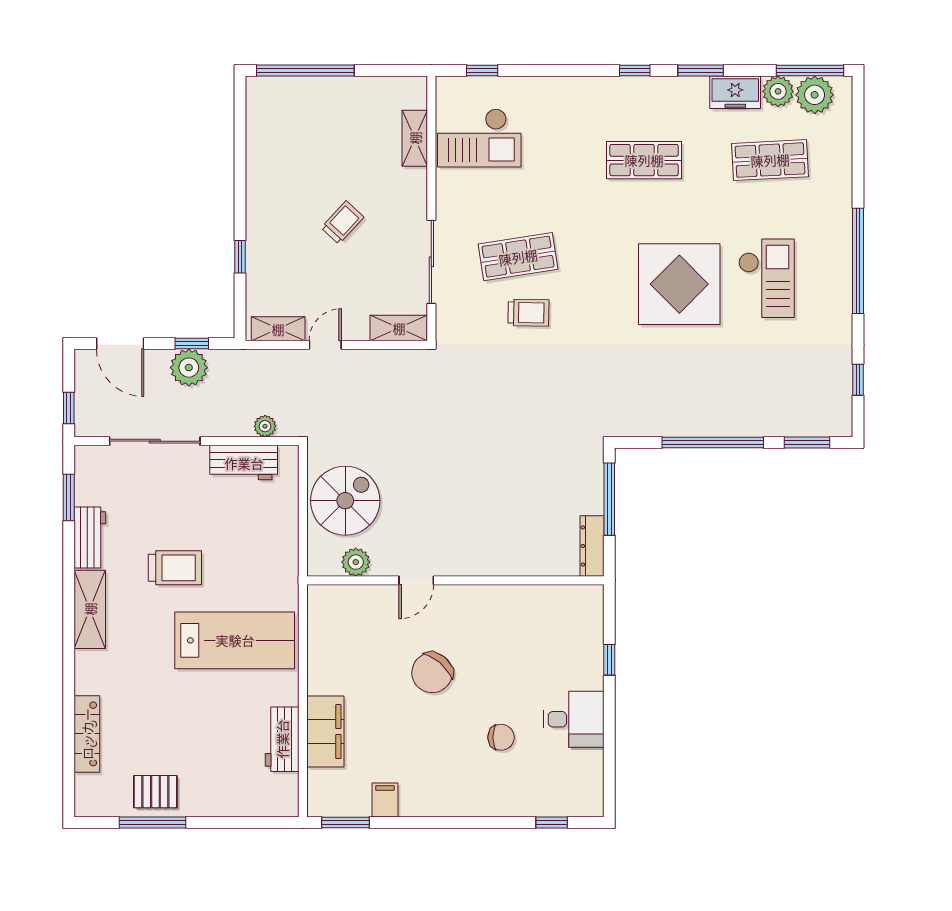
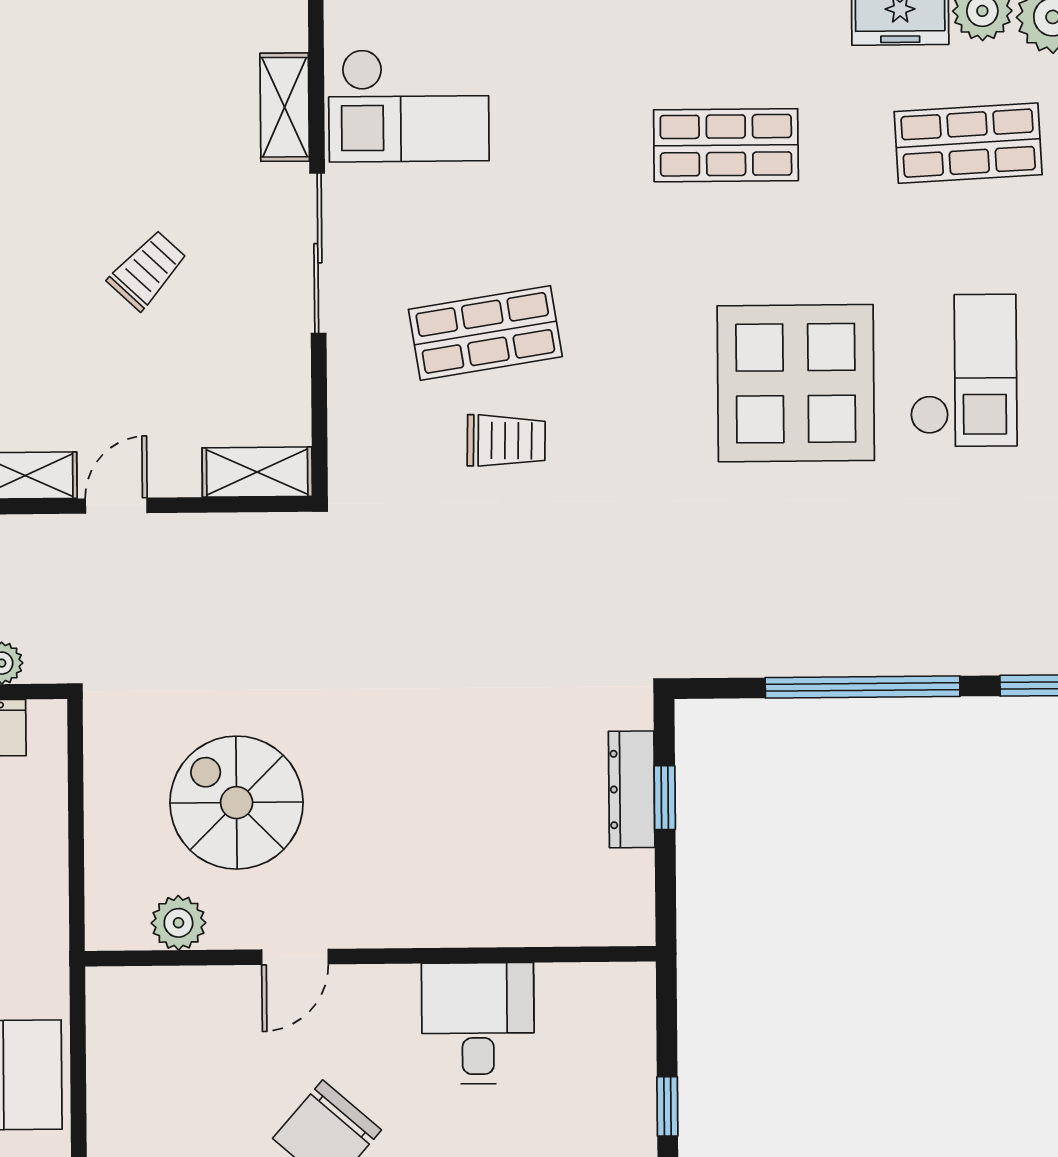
sliding door: (431, 262) -> (318, 253), moved
window: (609, 499) -> (665, 798), width x0.46
spiral stairs: (345, 501) -> (237, 803), moved, turned -90
dresser: (592, 546) -> (632, 789), moved
desk: (511, 616) -> (478, 1023), added

